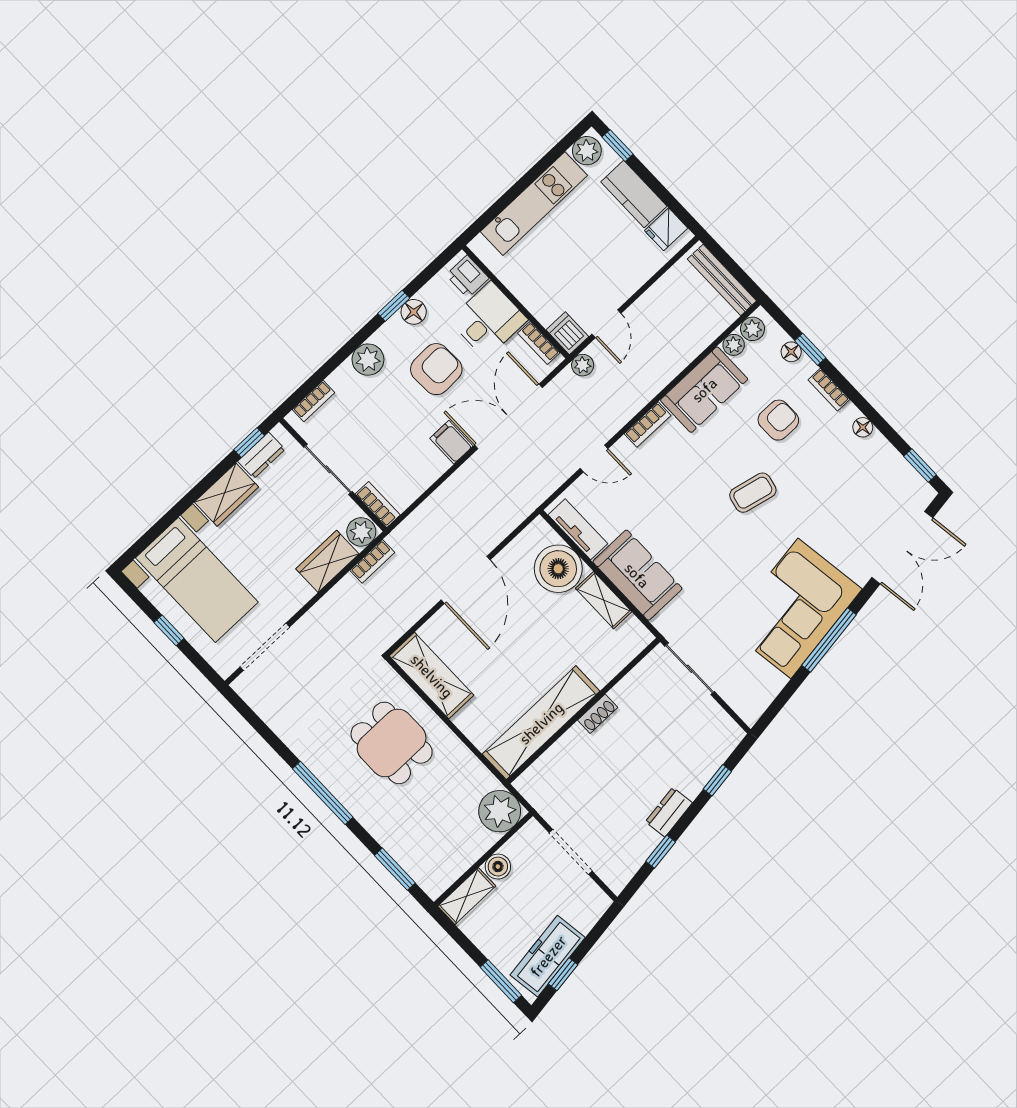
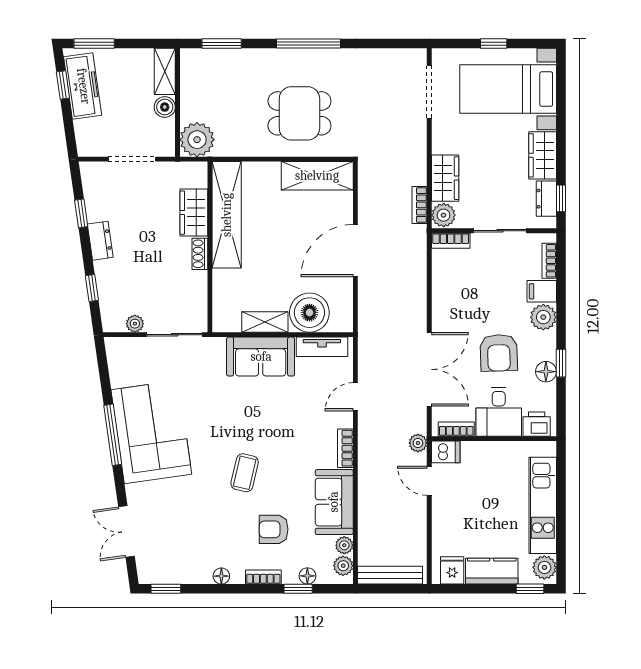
armchair: (778, 420) -> (274, 529), turned 90
filing cabinet: (451, 442) -> (542, 291), moved, turned 180
double door: (902, 548) -> (127, 531), width x0.73
door: (466, 580) -> (355, 251), hinge flipped
plant: (713, 713) -> (135, 324), added
wardrobe: (566, 753) -> (194, 213), added

